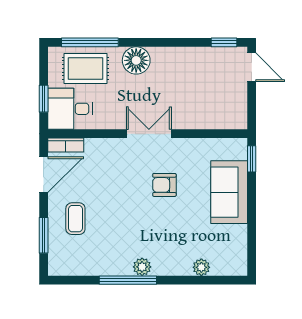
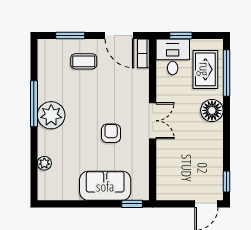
plant: (142, 267) -> (51, 115), width x1.87, depth x1.87

